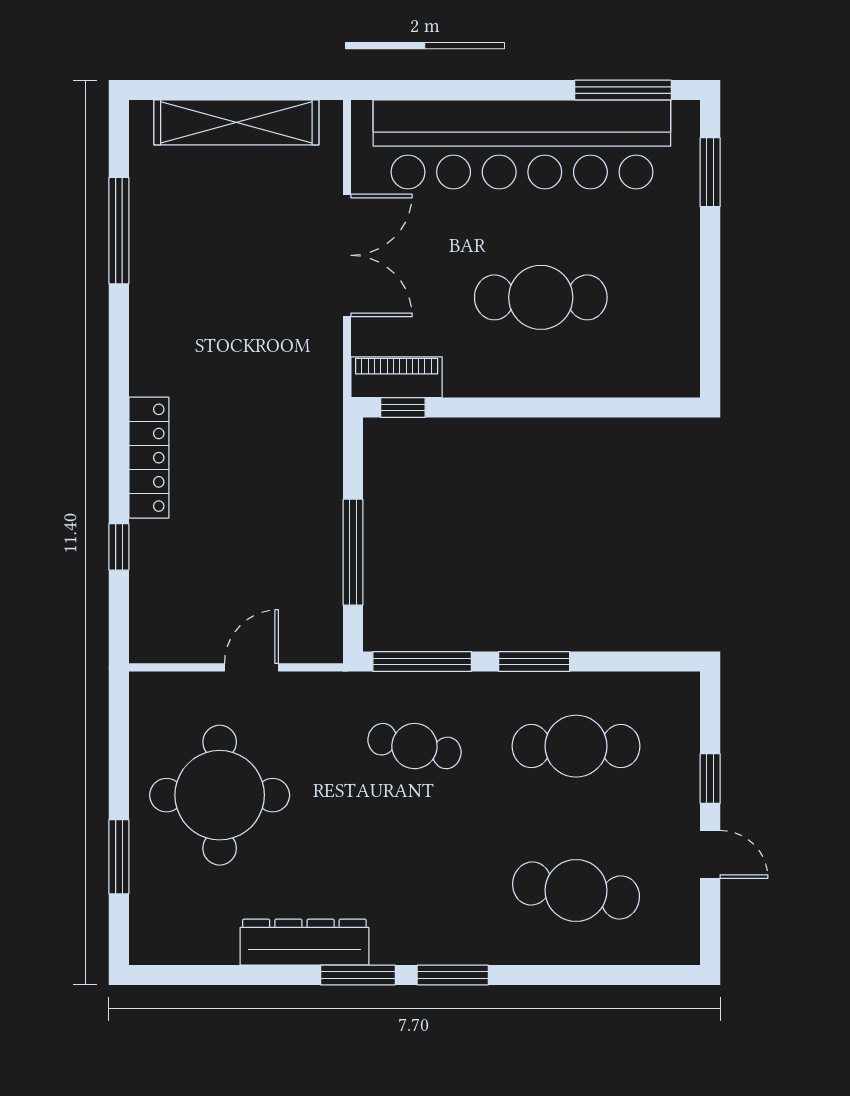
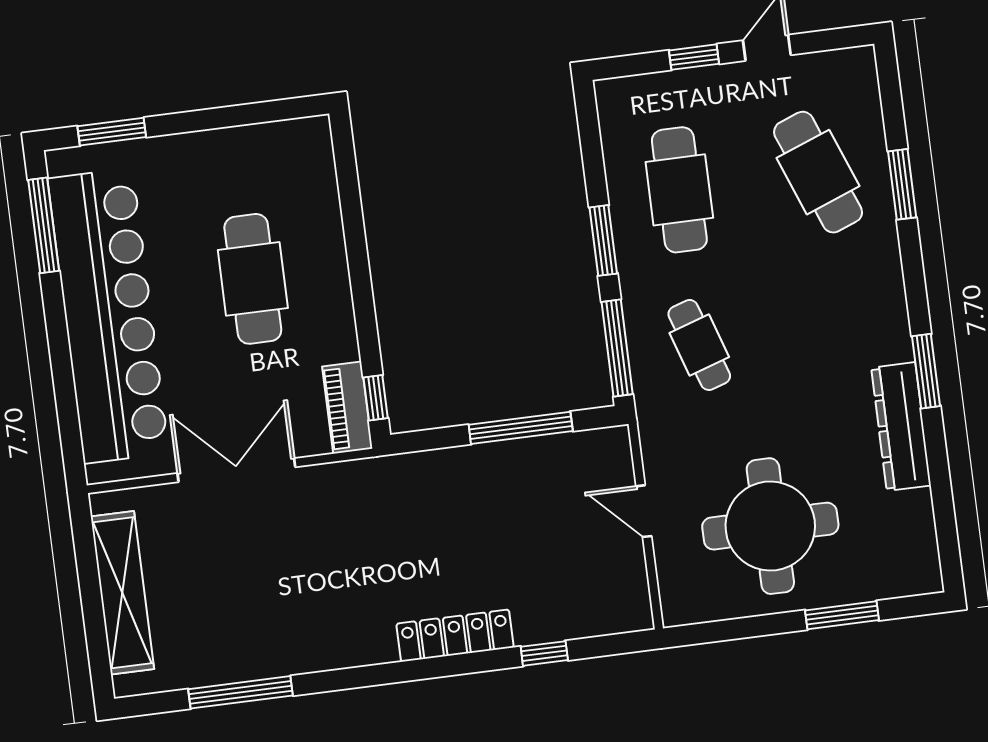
cafe table: (414, 746) -> (699, 345), turned -30
cafe table: (576, 890) -> (818, 172), turned -30
window: (453, 975) -> (902, 184), moved

